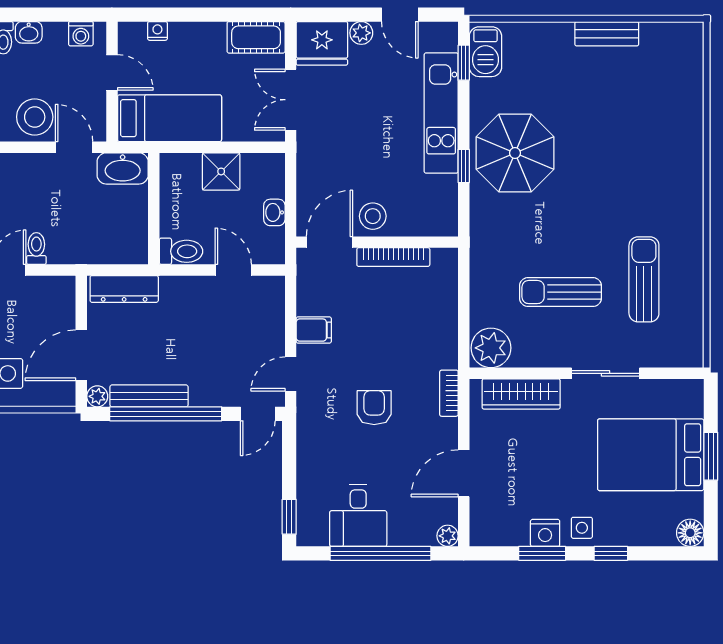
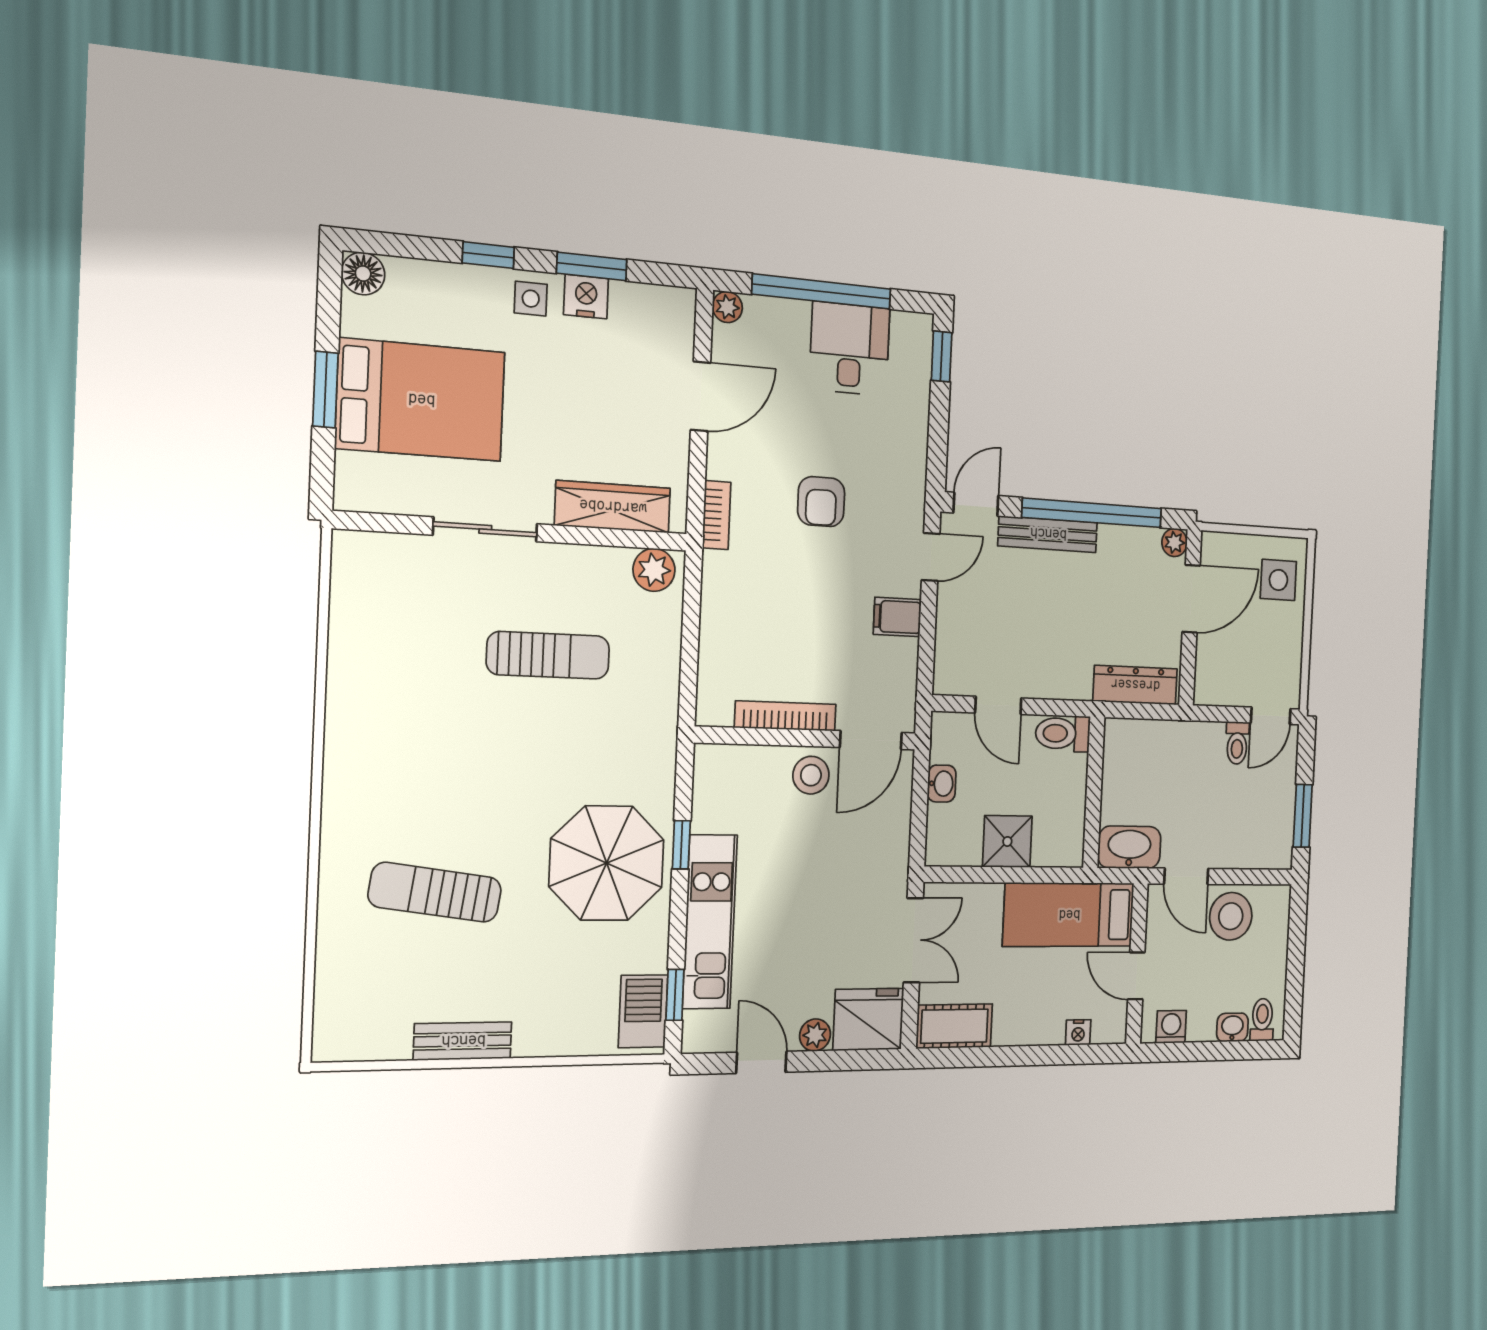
sun lounger: (644, 279) -> (435, 892), moved, turned 98
plant: (491, 348) -> (654, 570), width x0.73, depth x0.73
bench: (149, 396) -> (1048, 534), moved

